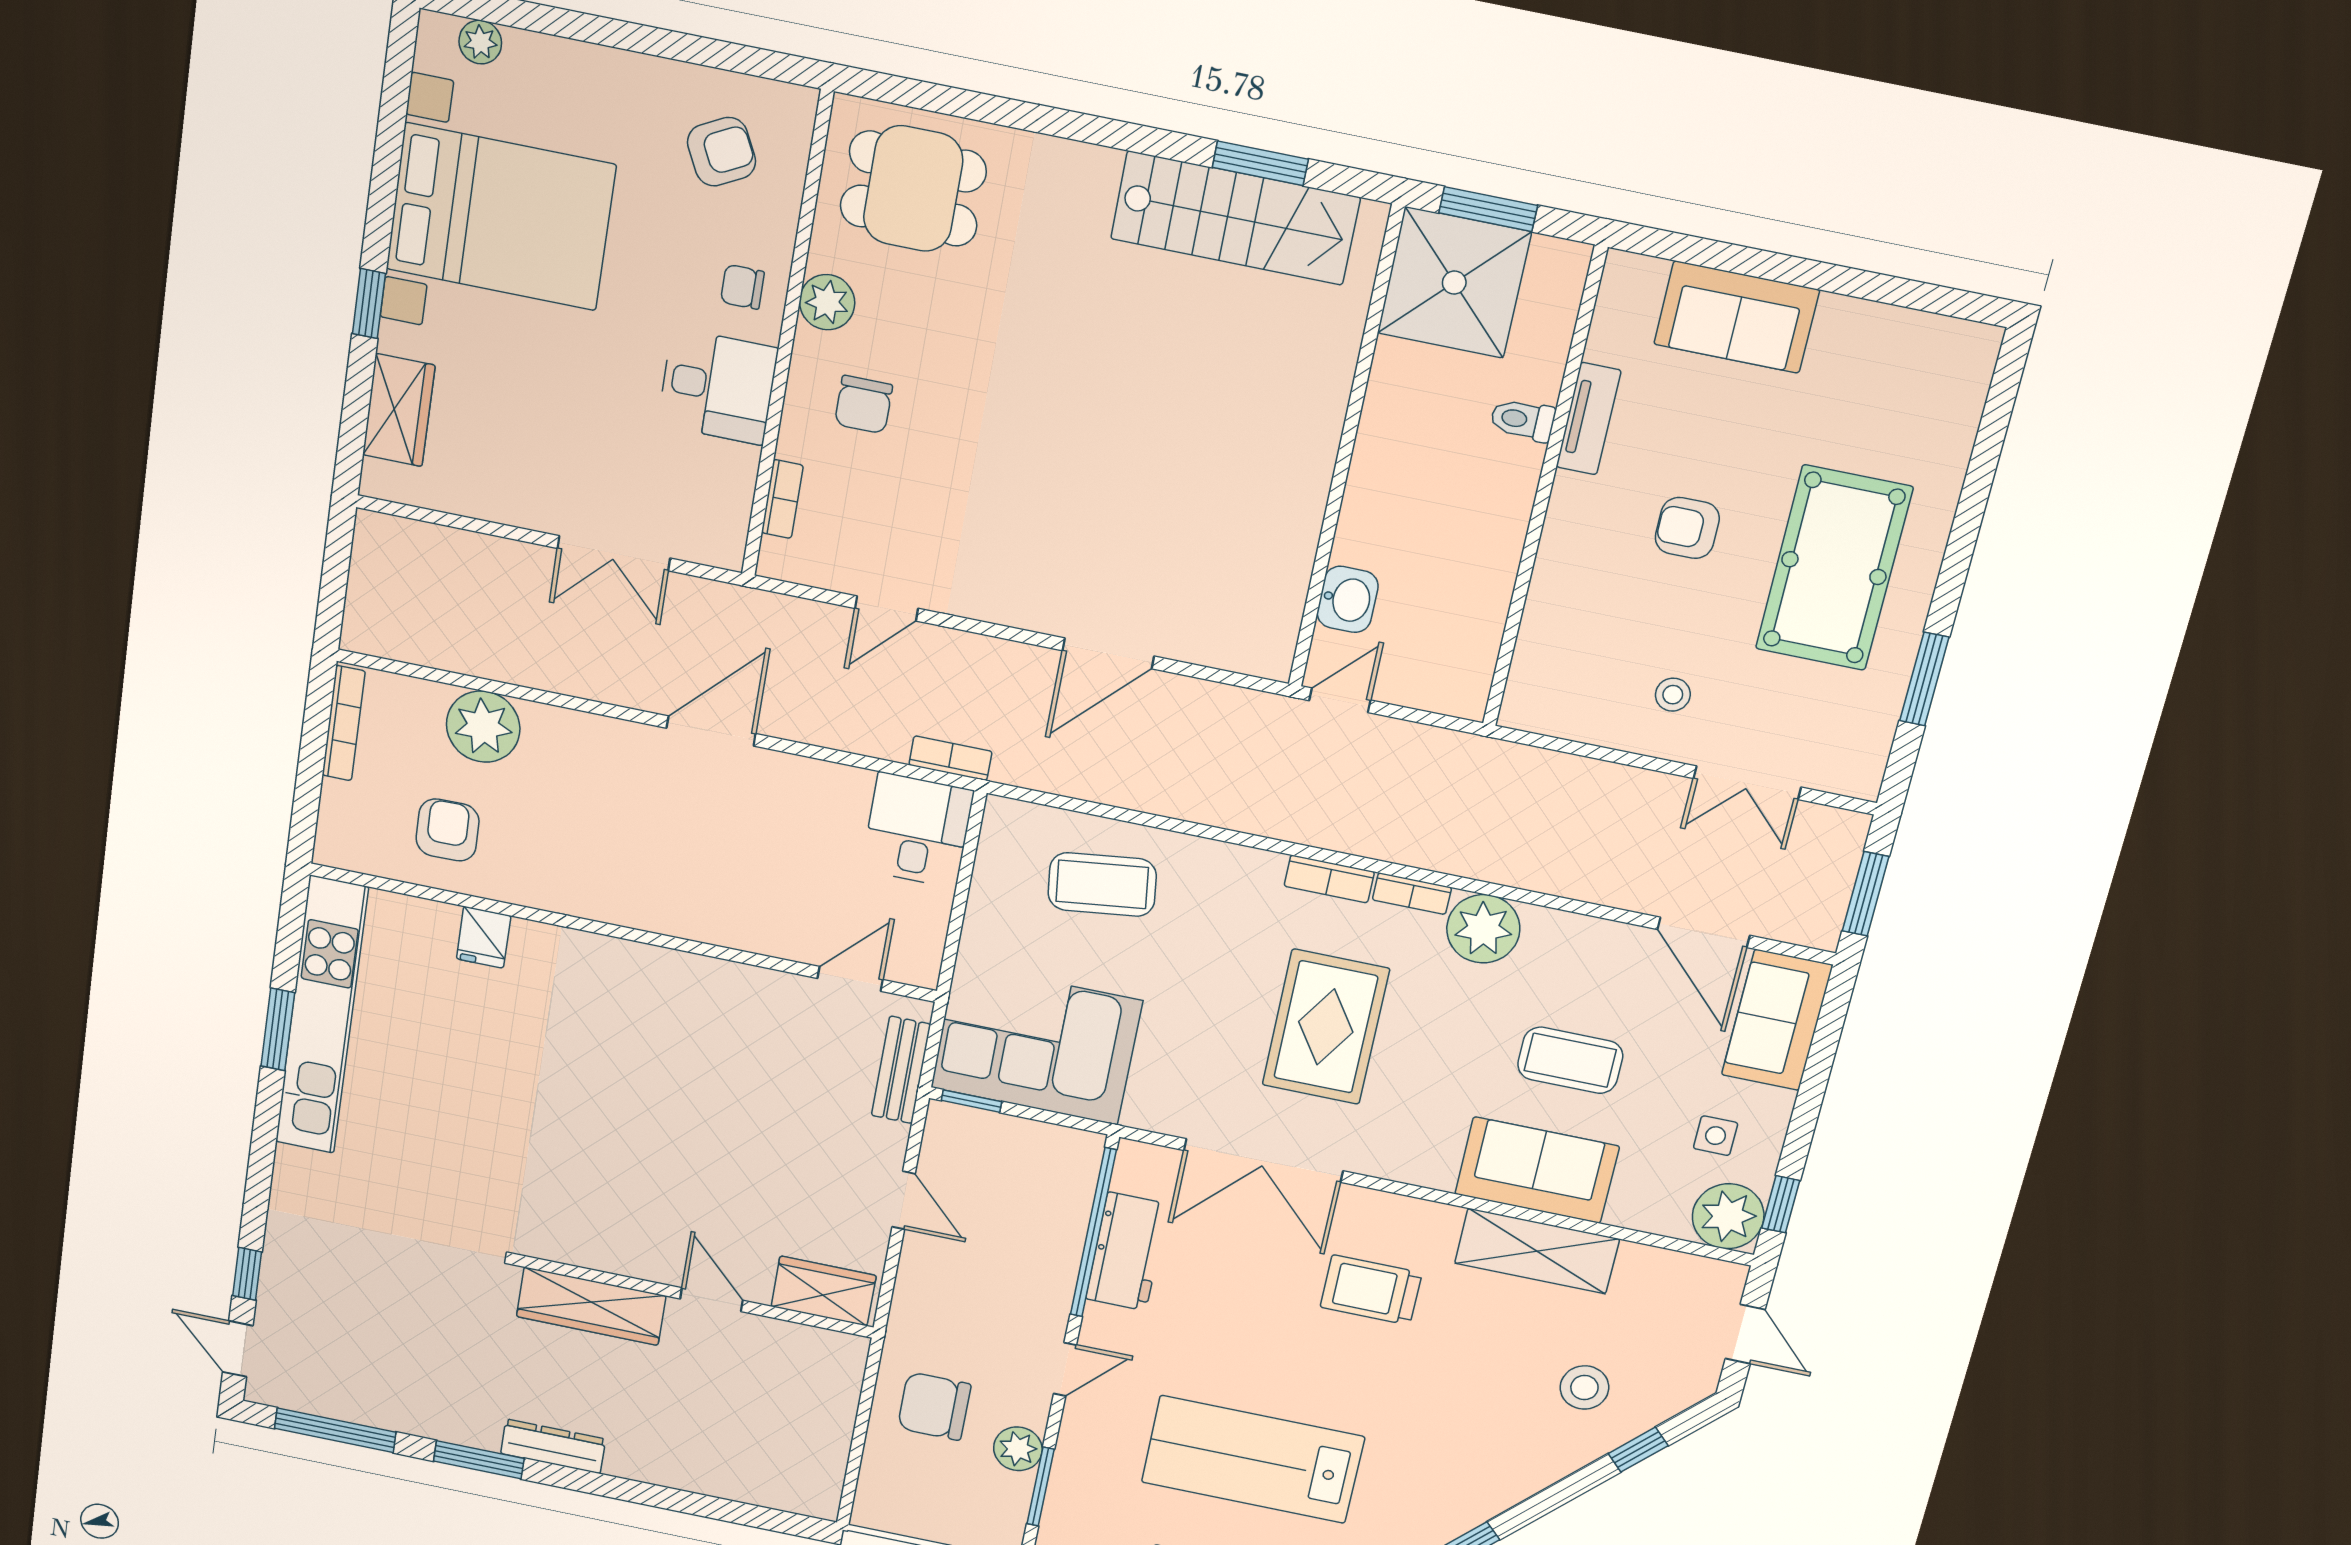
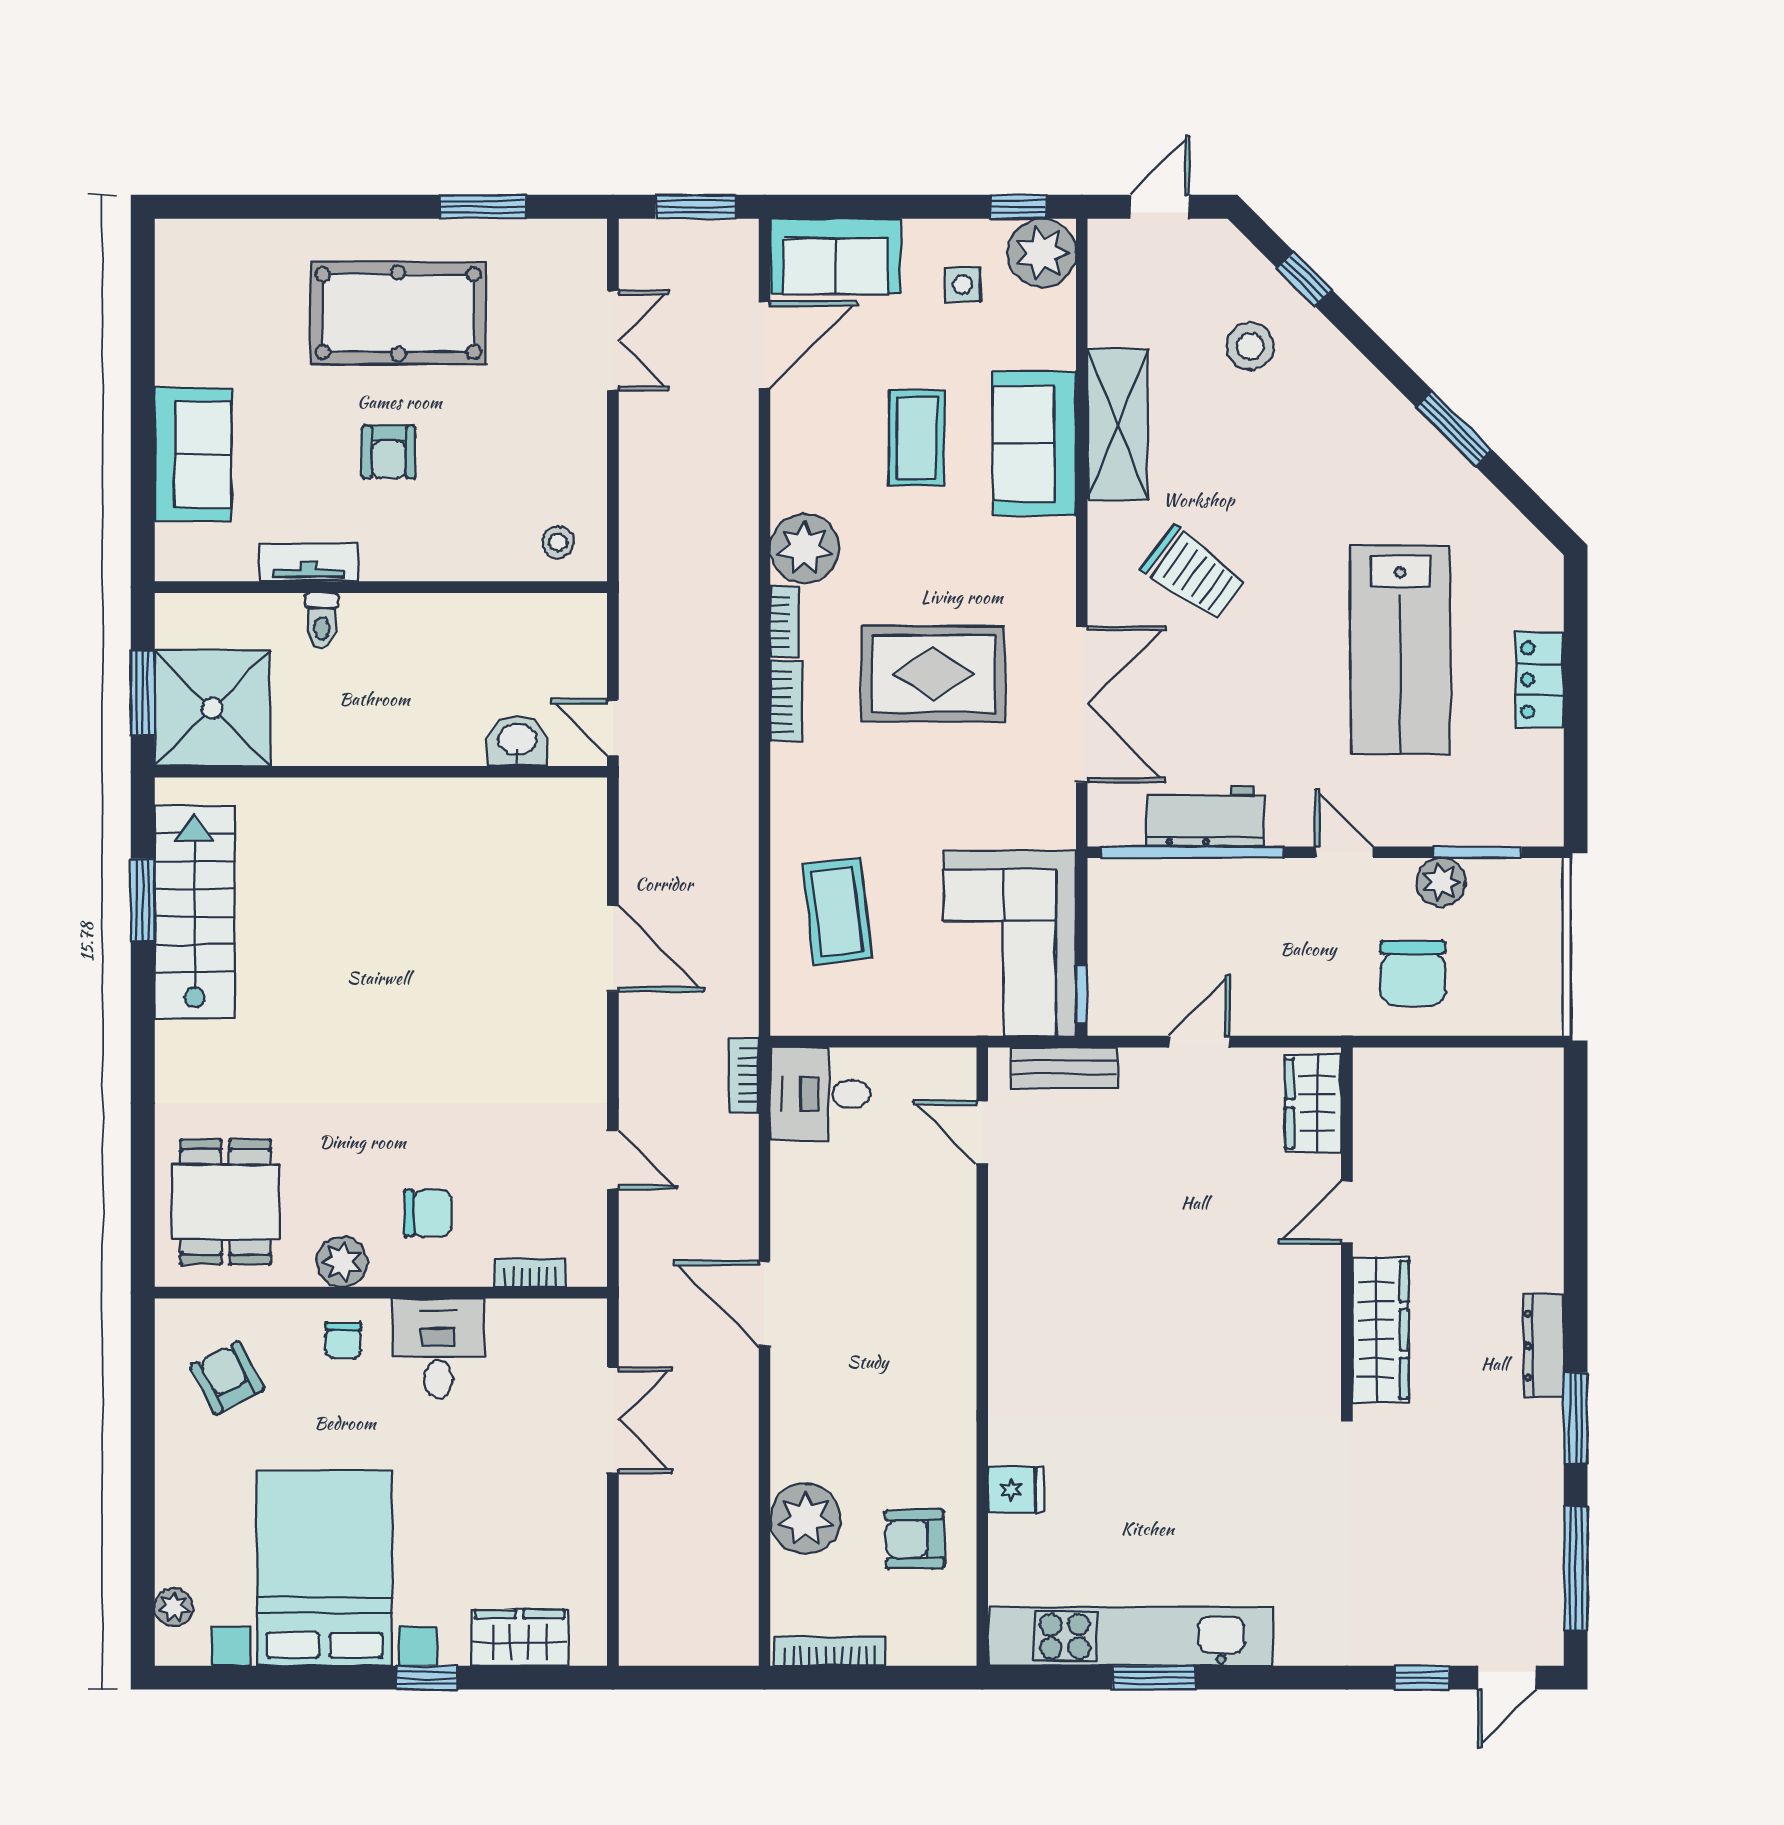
stool: (1673, 695) -> (558, 542), moved
trolley: (1371, 1290) -> (1193, 573), turned -54

